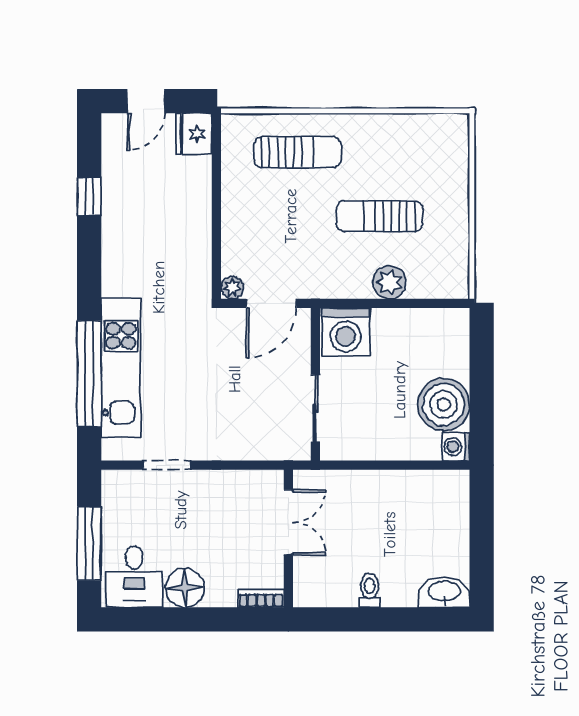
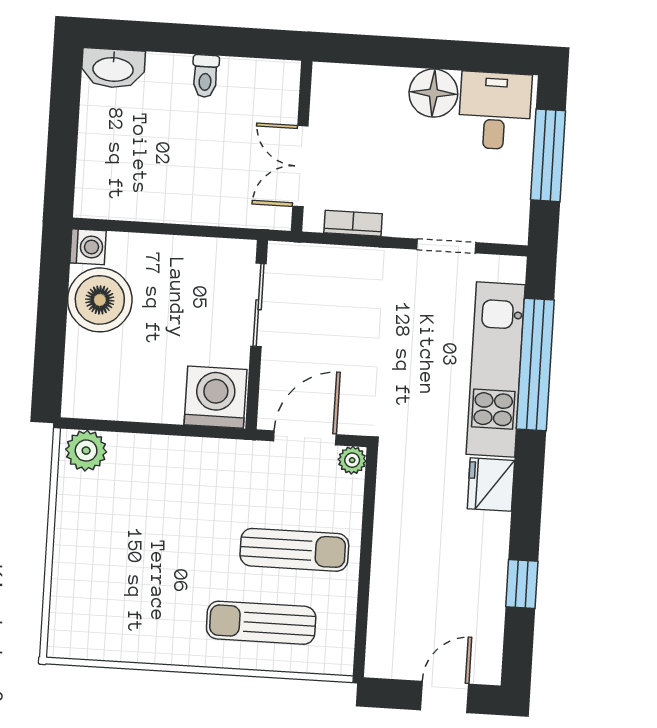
fridge: (194, 134) -> (491, 485), moved, turned 180
sun lounger: (379, 216) -> (294, 550), moved
plant: (389, 282) -> (86, 451), moved
bookcase: (261, 598) -> (353, 223), moved, turned 180

